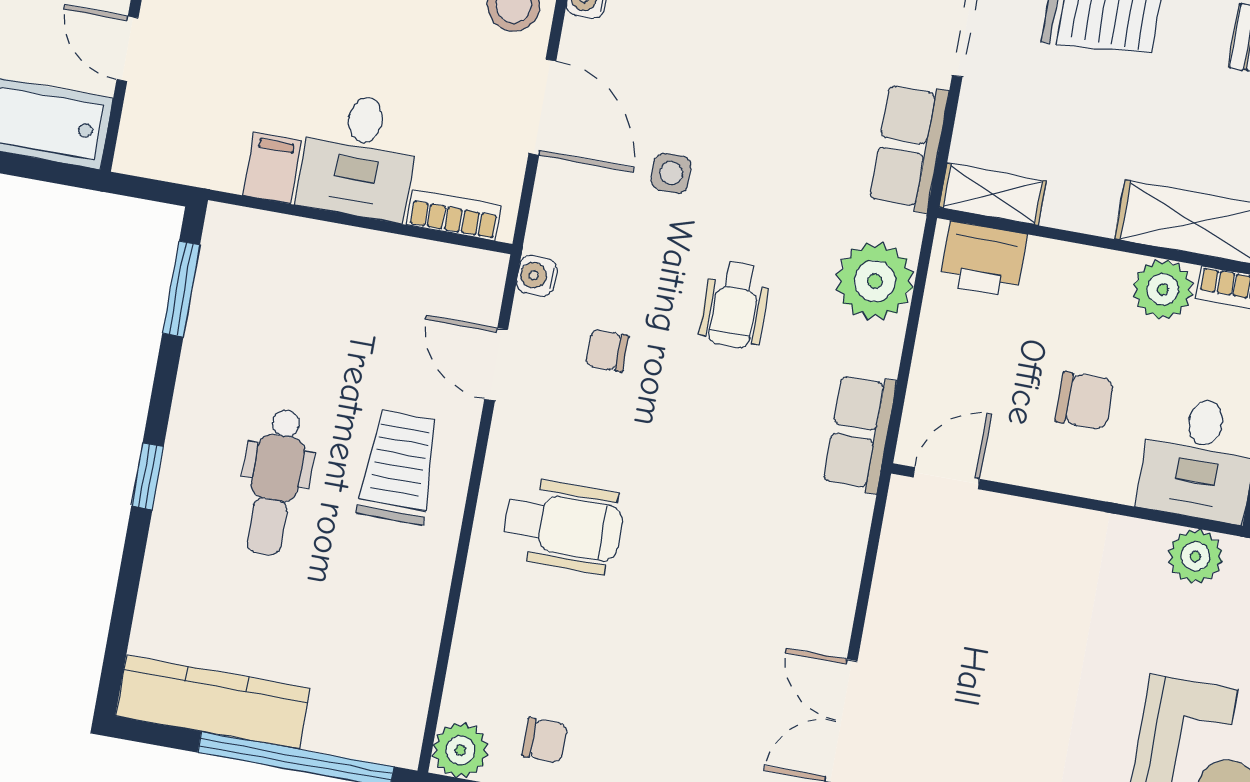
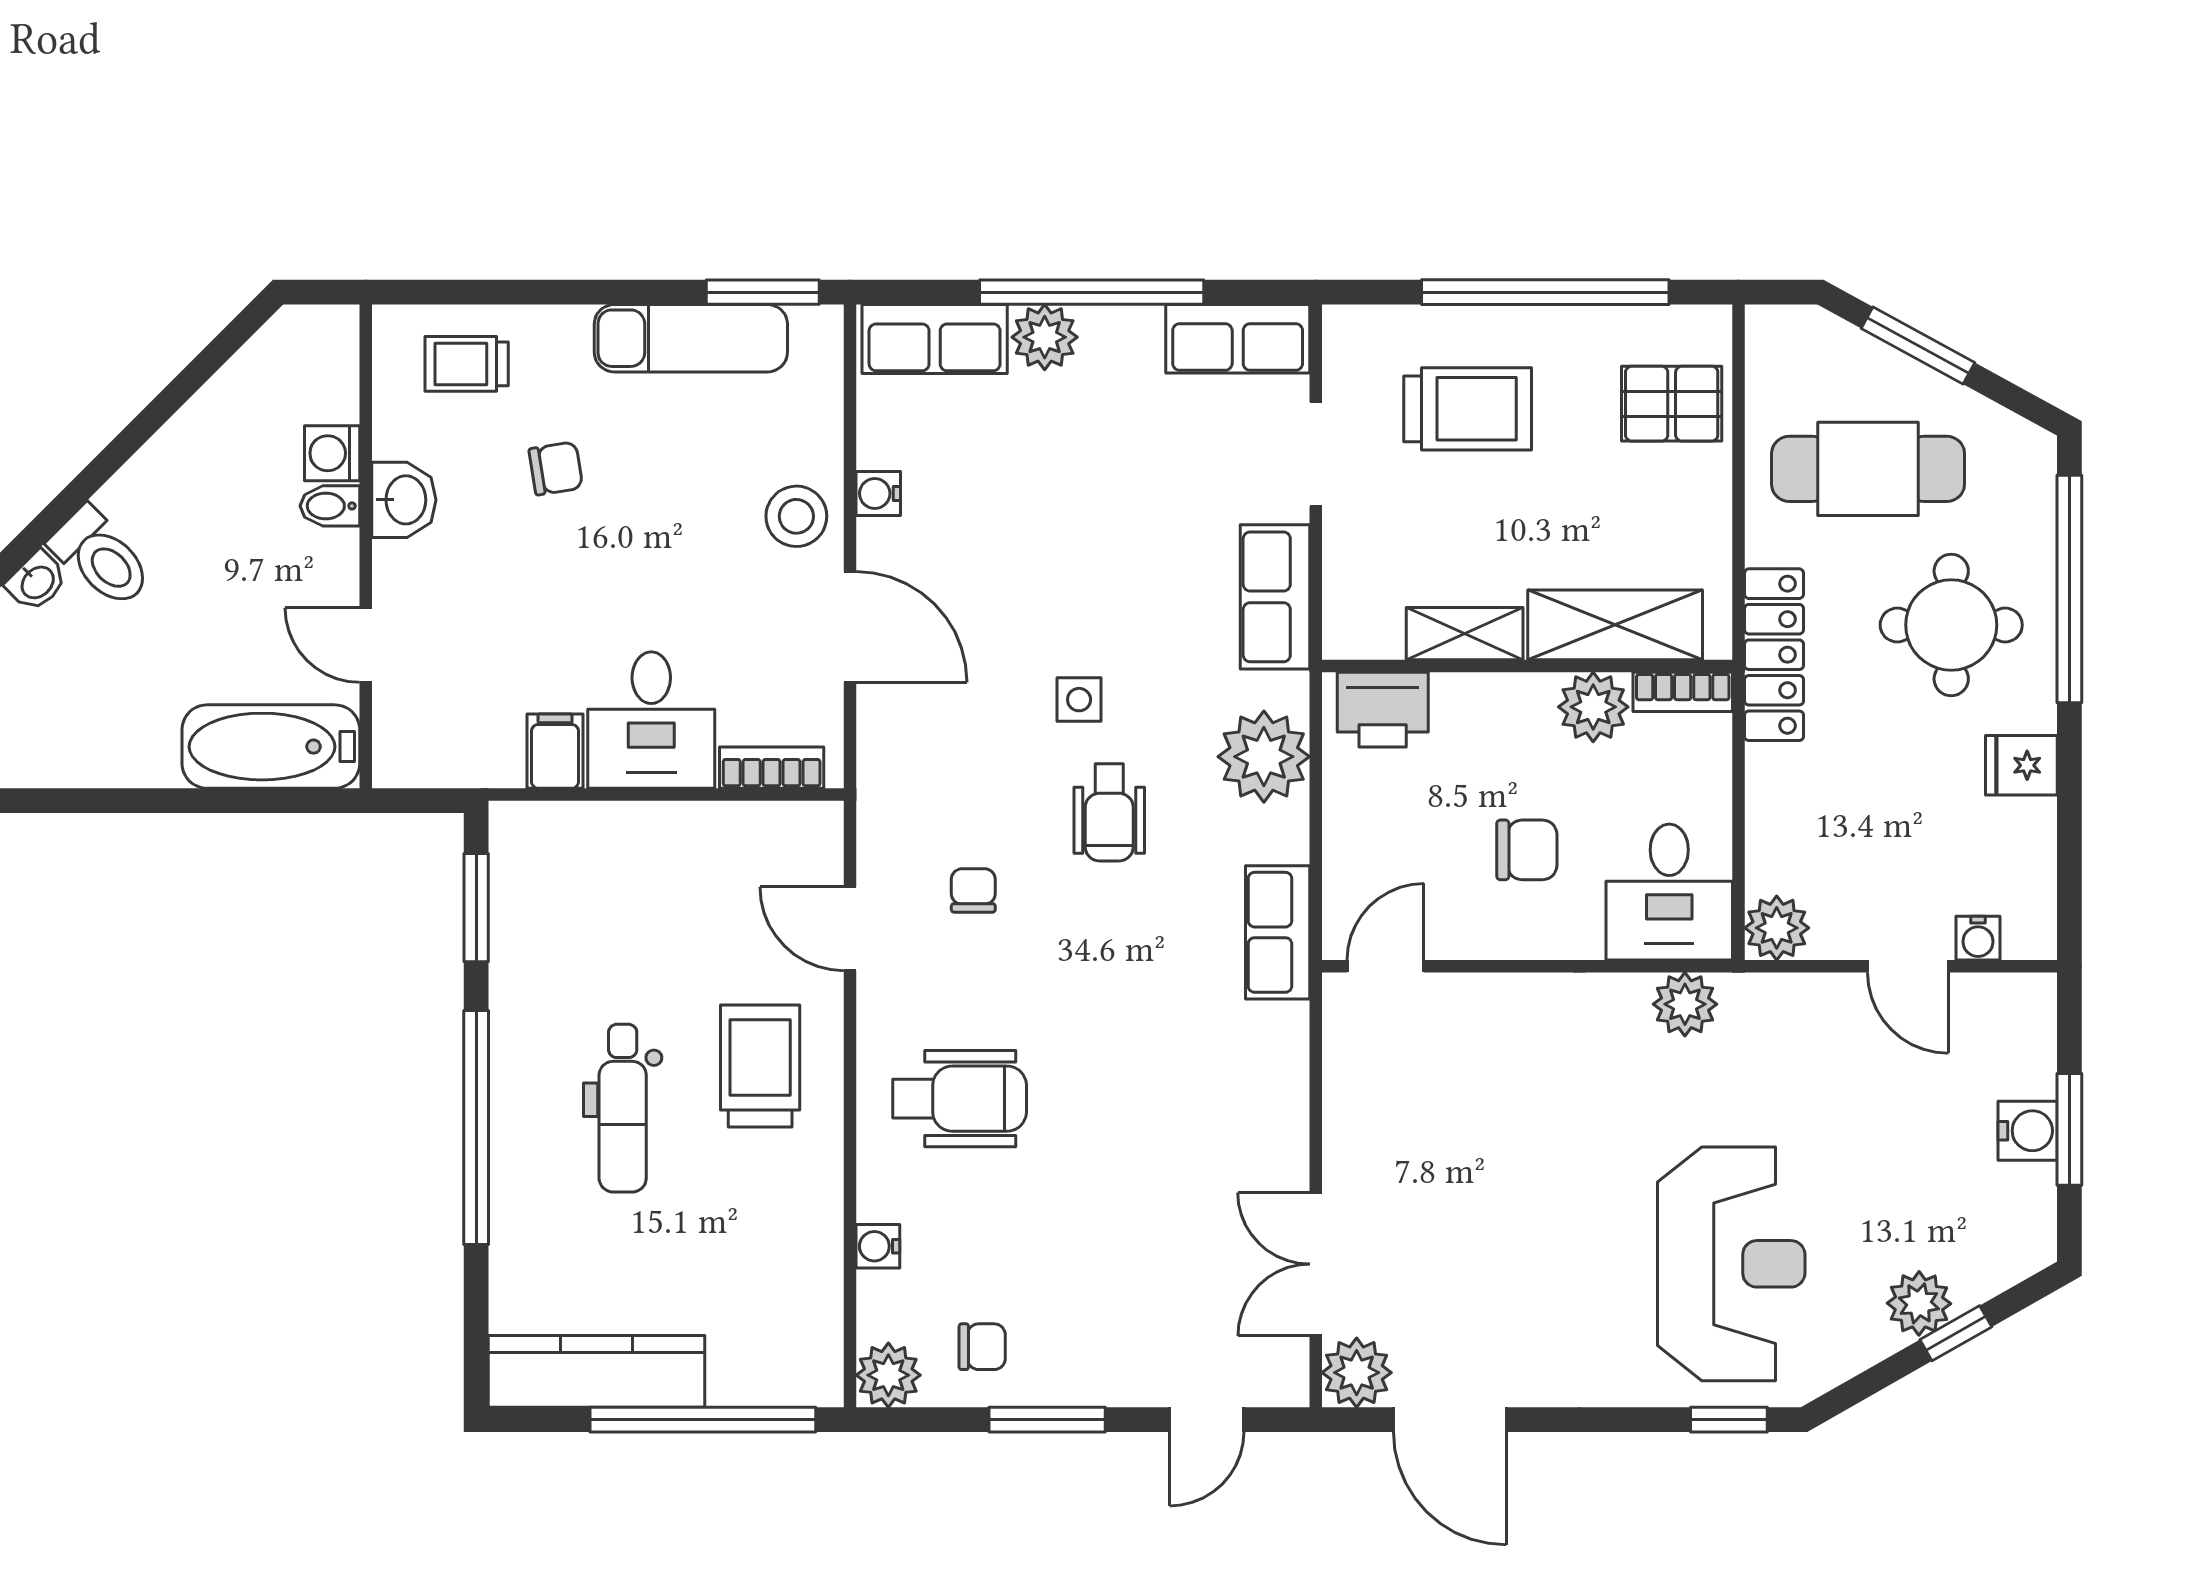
side table: (671, 173) -> (1079, 700), moved
shelving: (993, 194) -> (1465, 634), moved
water cooler: (537, 276) -> (878, 1246), moved
chair: (607, 351) -> (973, 890), turned 90
window: (148, 476) -> (476, 1128), width x3.17

